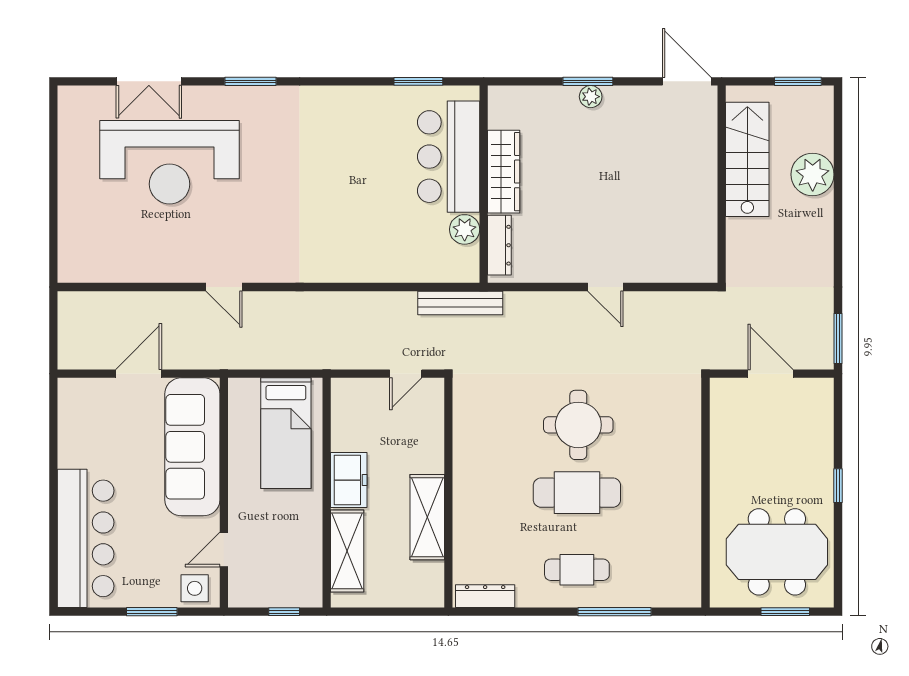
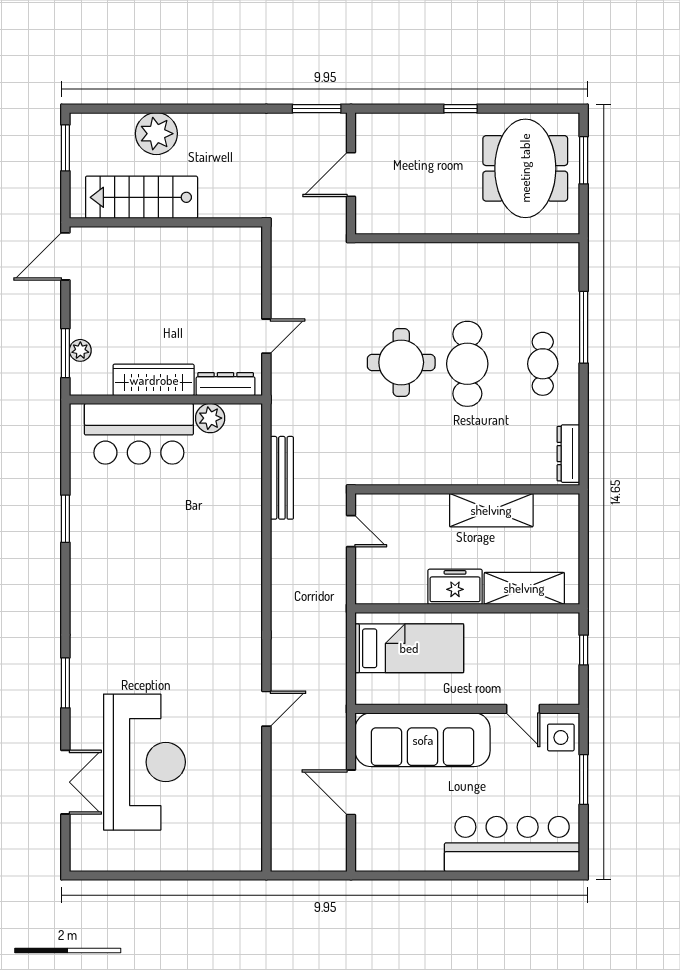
bar counter: (449, 157) -> (139, 434), moved
wardrobe: (504, 172) -> (154, 380), moved
wall: (484, 184) -> (166, 400), moved
plant: (465, 229) -> (210, 418), moved
dresser: (499, 245) -> (226, 384), moved

